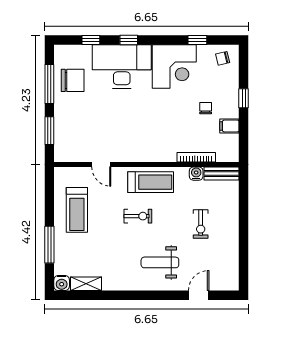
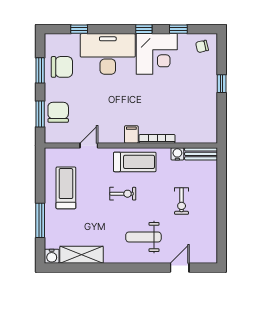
window: (129, 40) -> (144, 29), moved
window: (49, 84) -> (40, 70), width x0.69
chair: (206, 108) -> (58, 112), moved, width x1.87, depth x1.87
filing cabinet: (229, 126) -> (131, 134), moved, turned 90
bookcase: (196, 157) -> (157, 139), moved
door: (101, 165) -> (89, 146), swing flipped
treadmill: (77, 210) -> (66, 188), turned 180
shelving: (86, 284) -> (82, 255), width x1.50, depth x1.33

